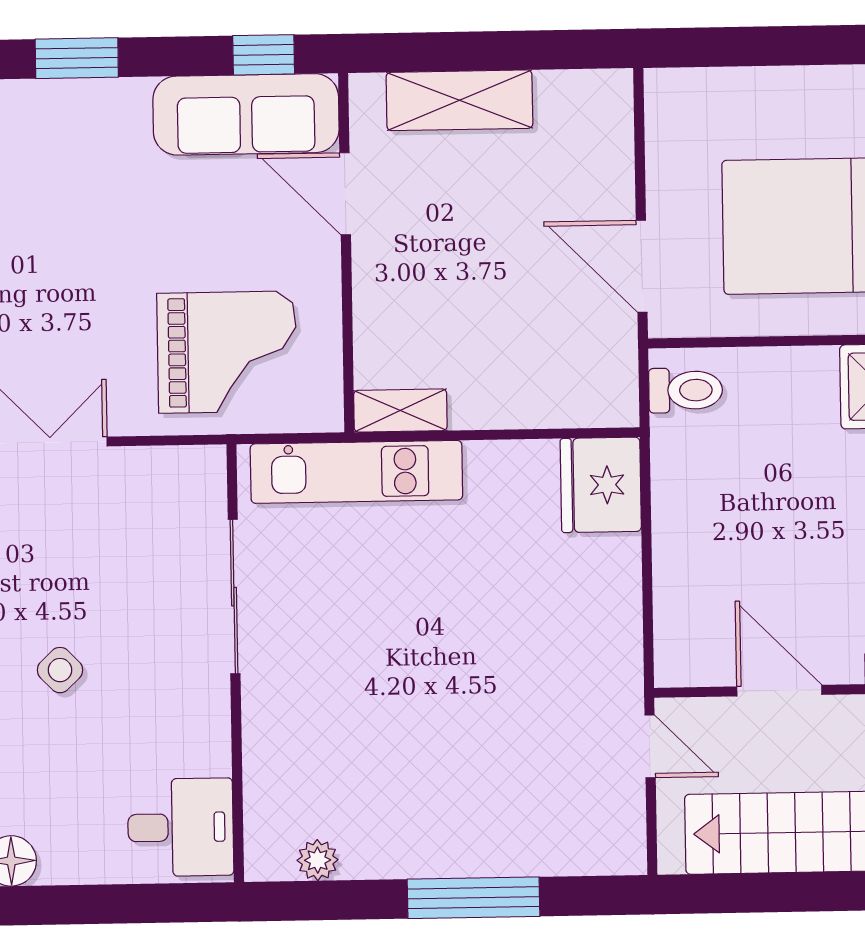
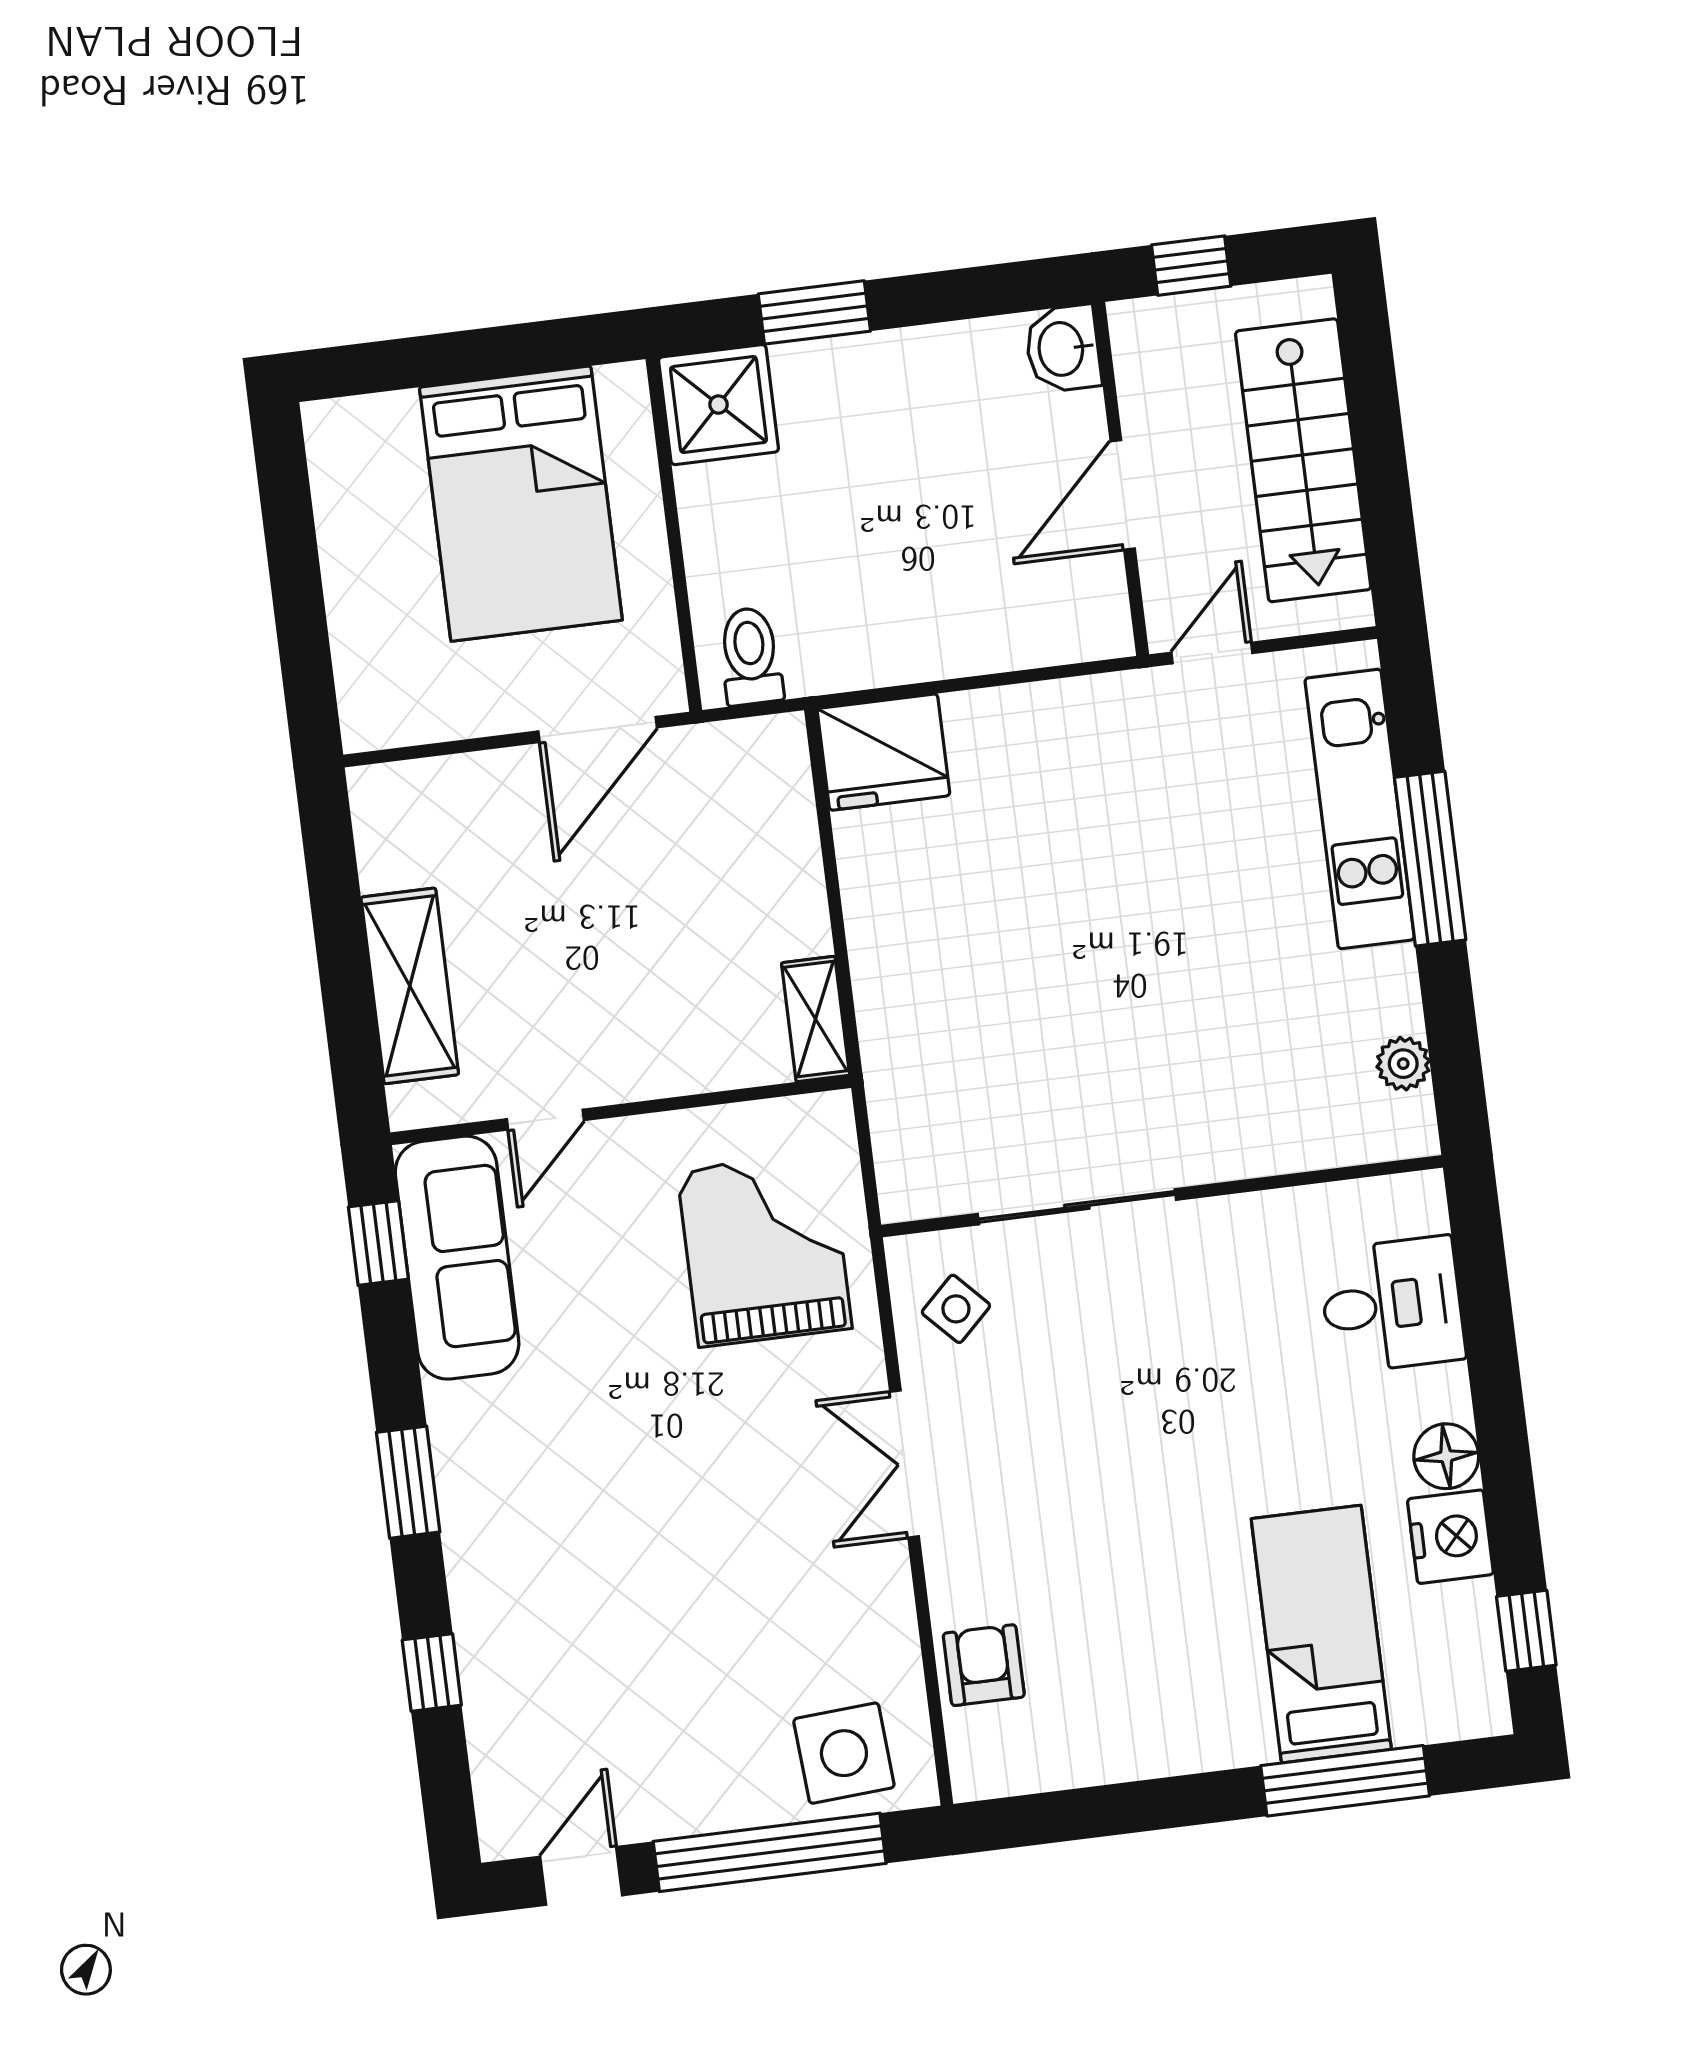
door: (345, 194) -> (545, 1120), width x0.73
kitchen unit: (356, 472) -> (1360, 809), moved, turned 180
side table: (60, 670) -> (956, 1309), moved
desk: (181, 827) -> (1392, 1305), moved, turned 90

